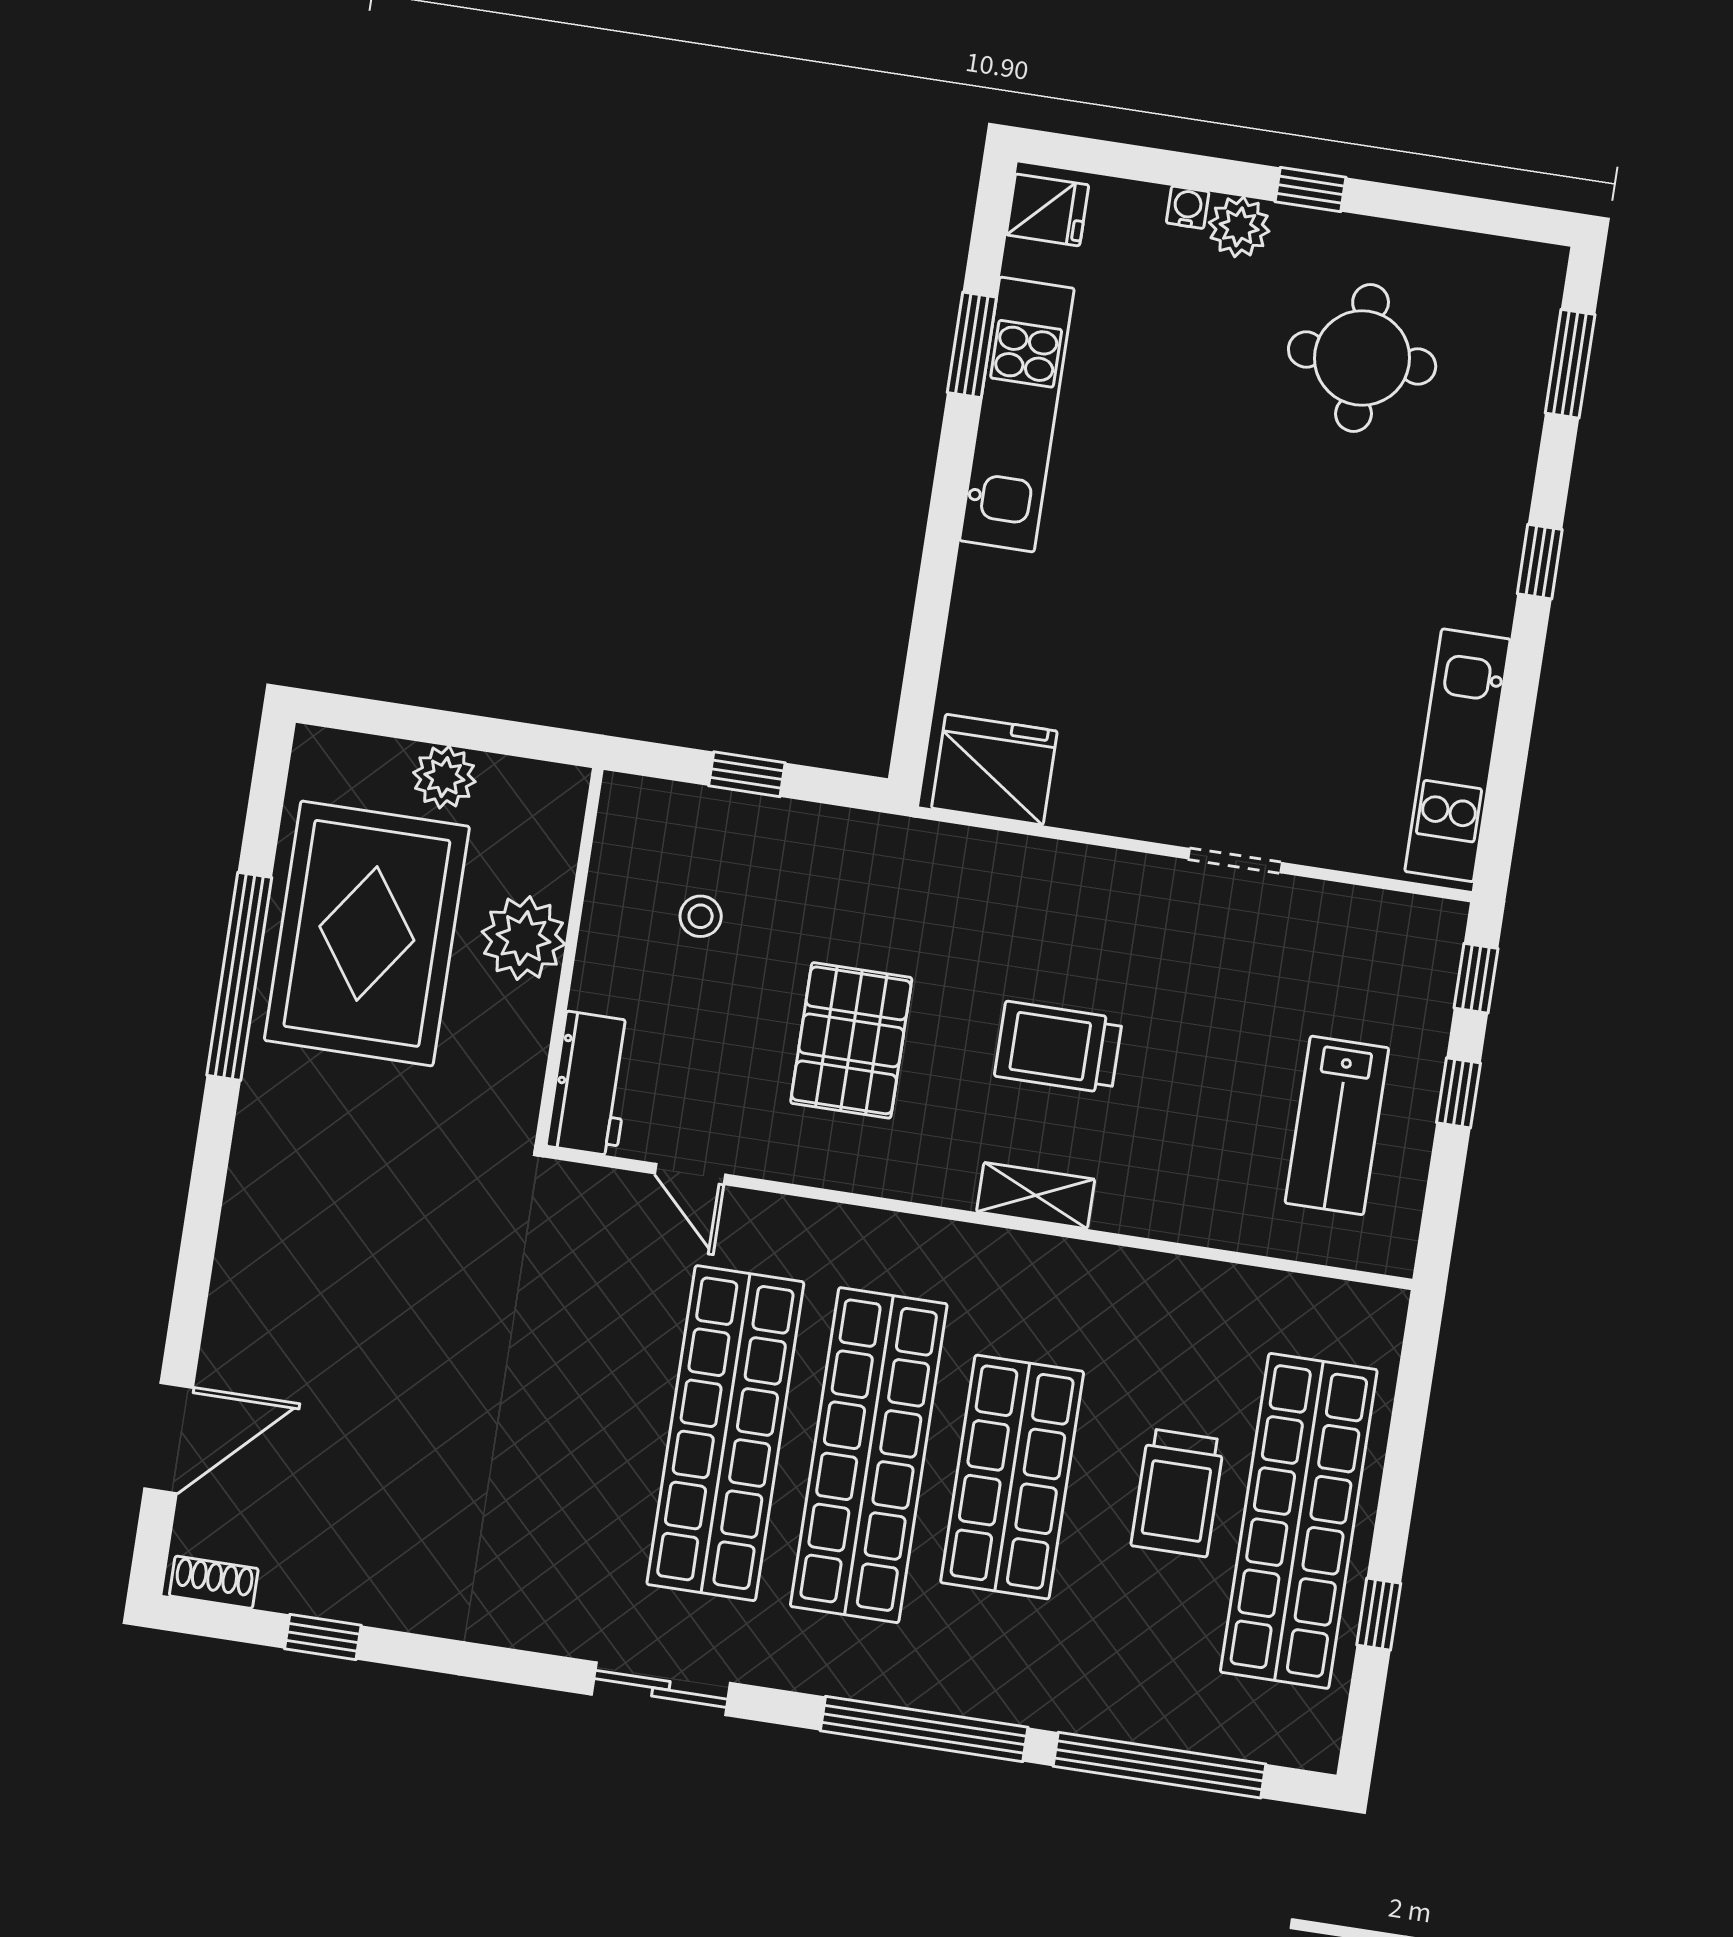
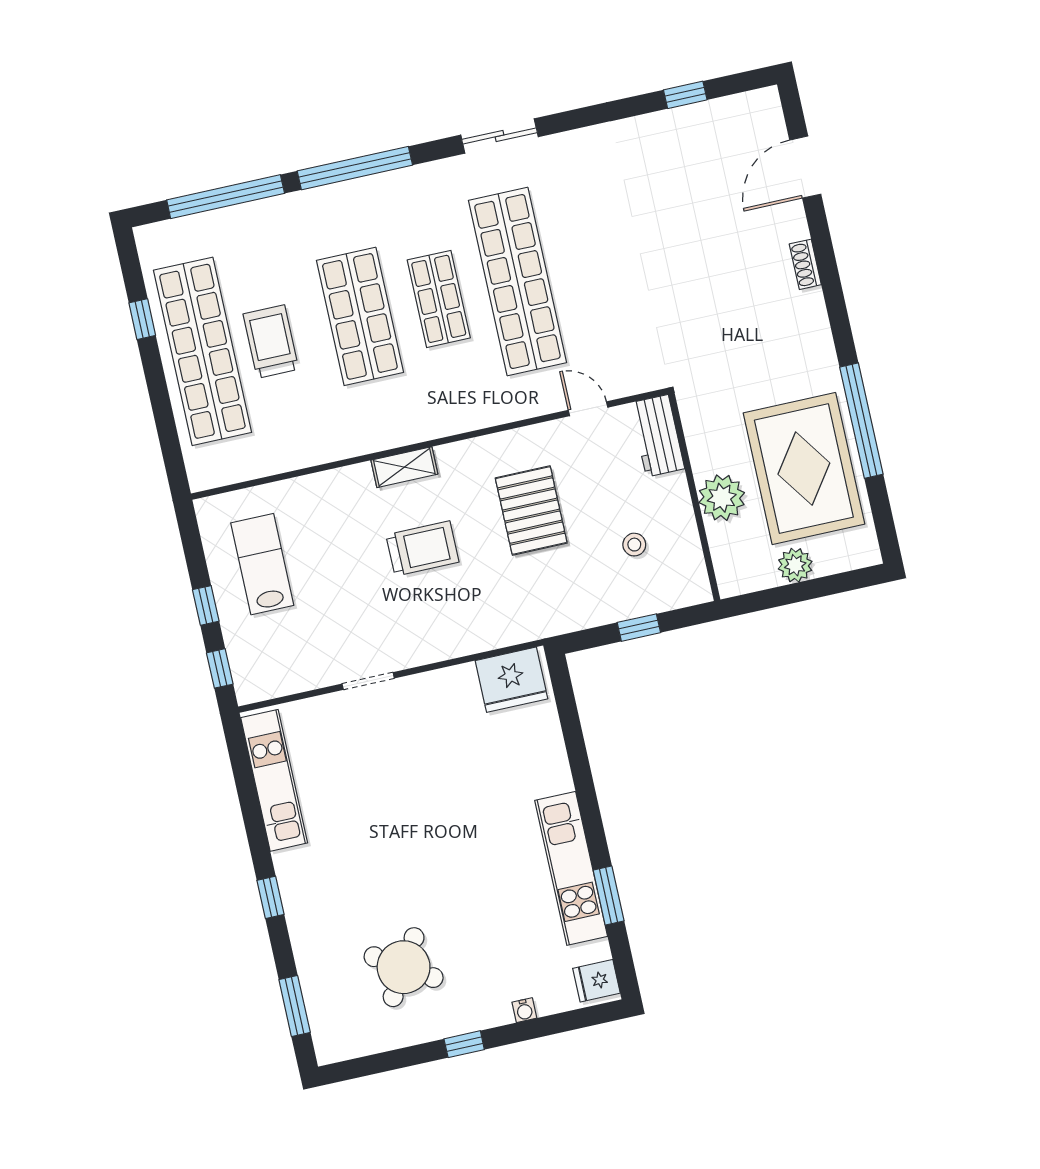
plant: (1239, 227) -> (494, 1010), removed
round table: (1362, 358) -> (404, 967), turned 32
shop shelf: (869, 1455) -> (439, 299), width x0.50, depth x0.74
shoe rack: (214, 1582) -> (805, 264), moved, turned 90

